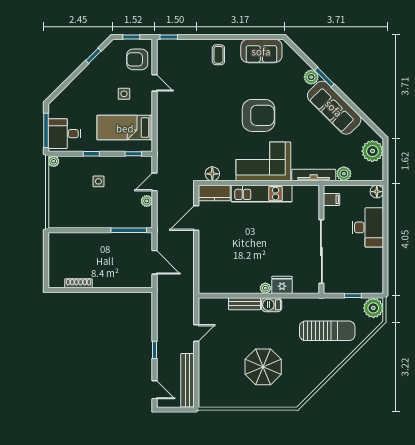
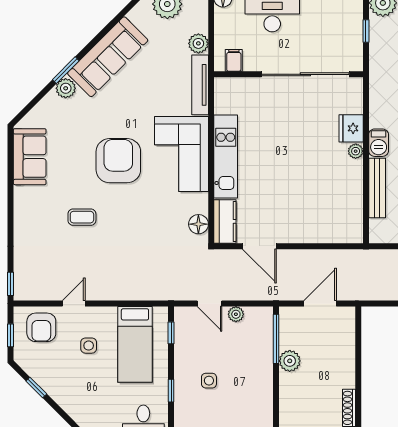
coffee table: (218, 55) -> (82, 217), moved
plant: (113, 240) -> (290, 361), added
bench: (244, 304) -> (377, 188), width x1.36

